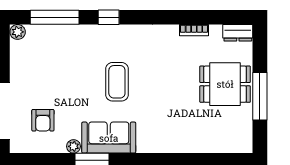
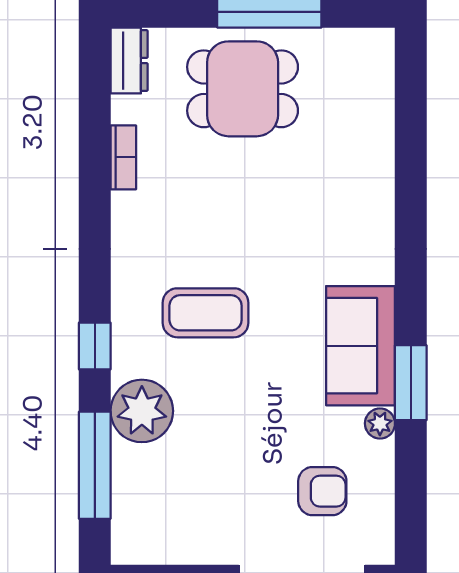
plant: (18, 32) -> (142, 411), moved, width x1.88, depth x1.88
coffee table: (117, 82) -> (206, 313), moved
dining table: (225, 84) -> (243, 89), turned 90

